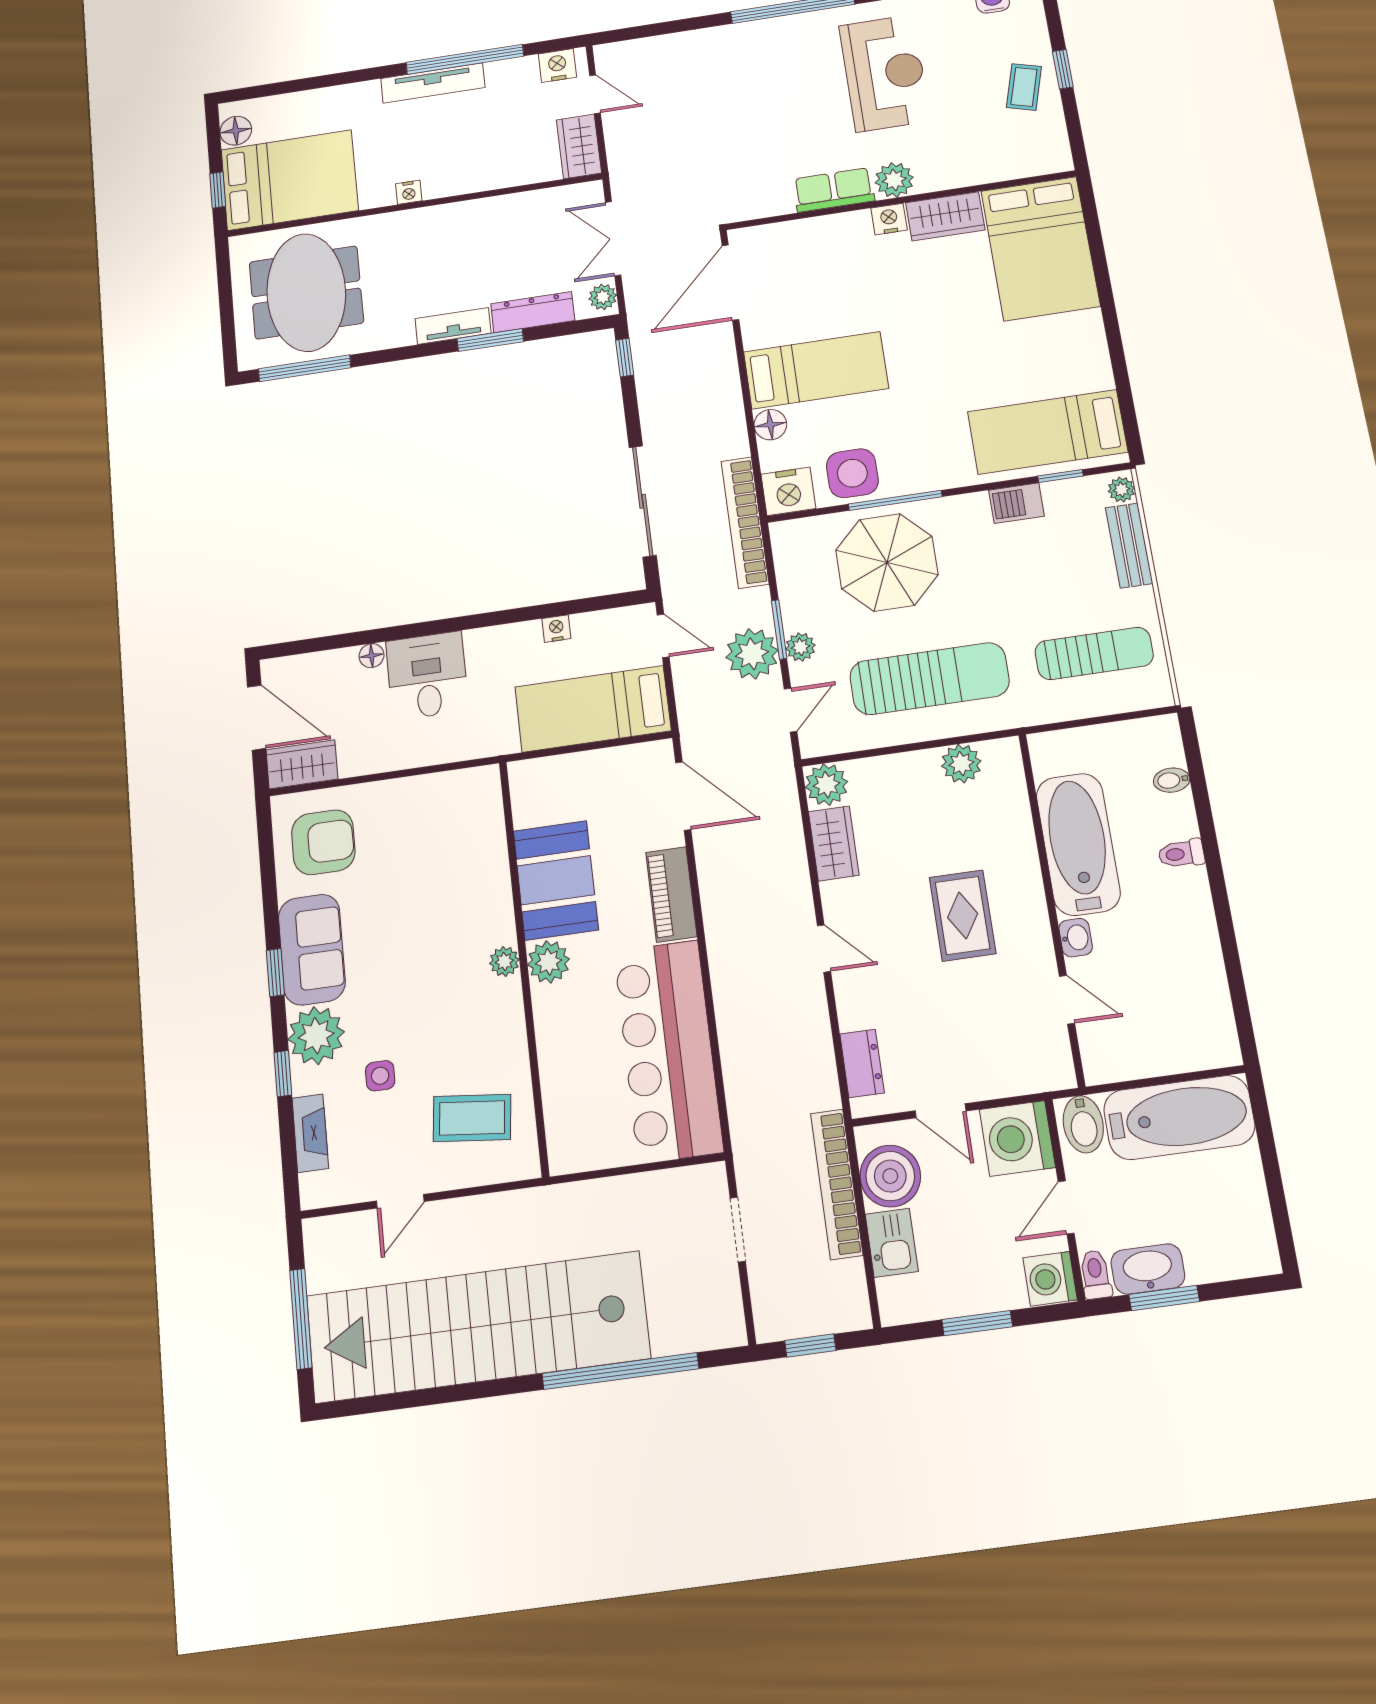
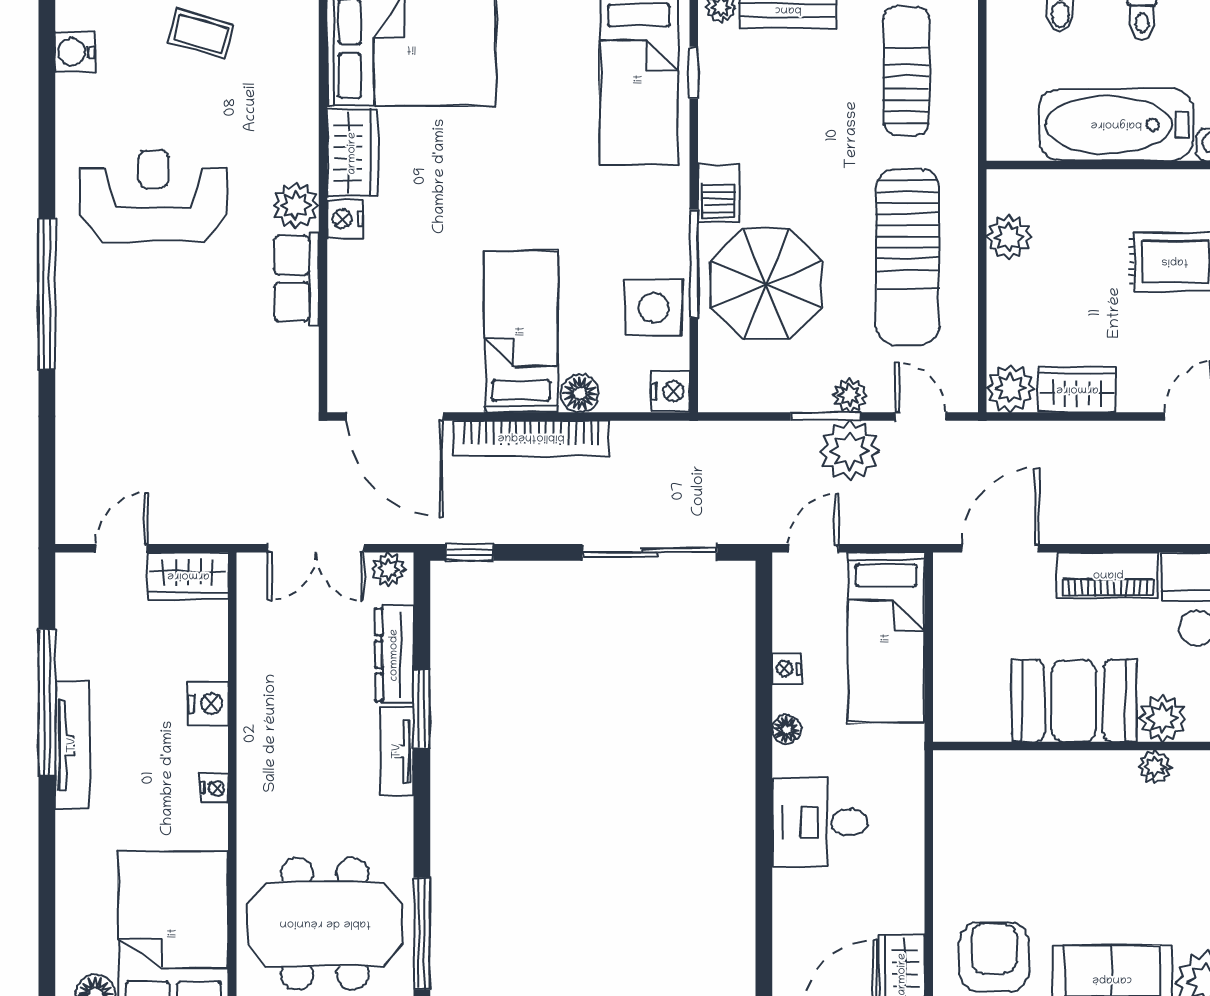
nightstand: (557, 66) -> (208, 703), moved, turned 180
nightstand: (788, 491) -> (670, 391), width x0.74, depth x0.75
barbecue: (1017, 503) -> (718, 193), moved
bookcase: (745, 522) -> (531, 438), moved
floor lamp: (372, 656) -> (787, 730), moved
sun lounger: (930, 679) -> (908, 257), turned 180

